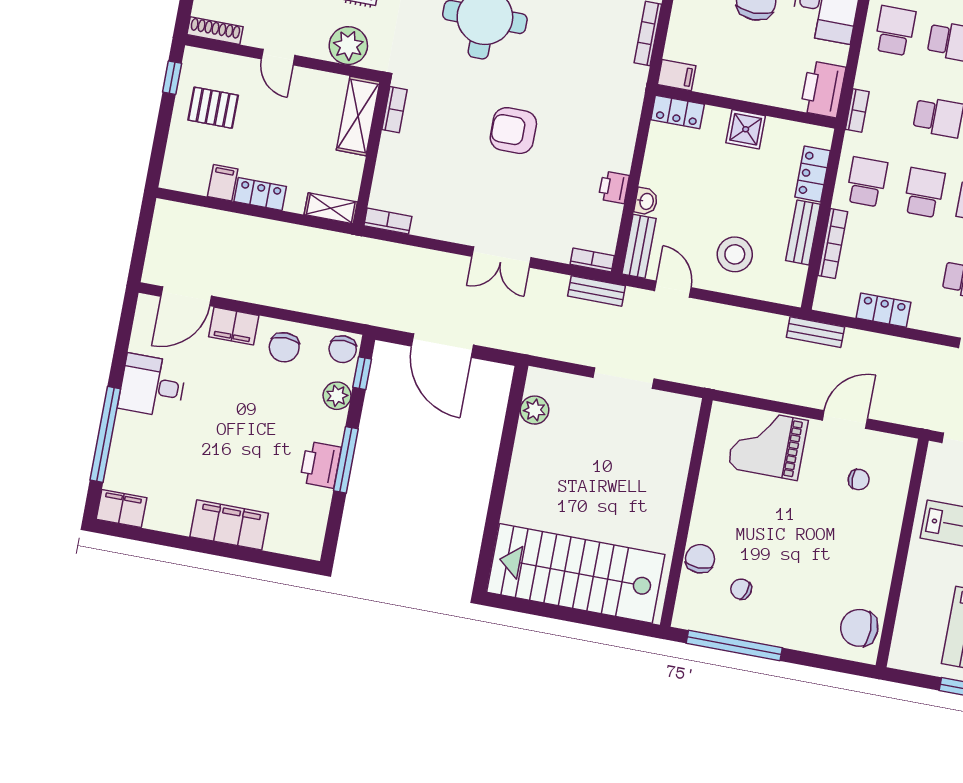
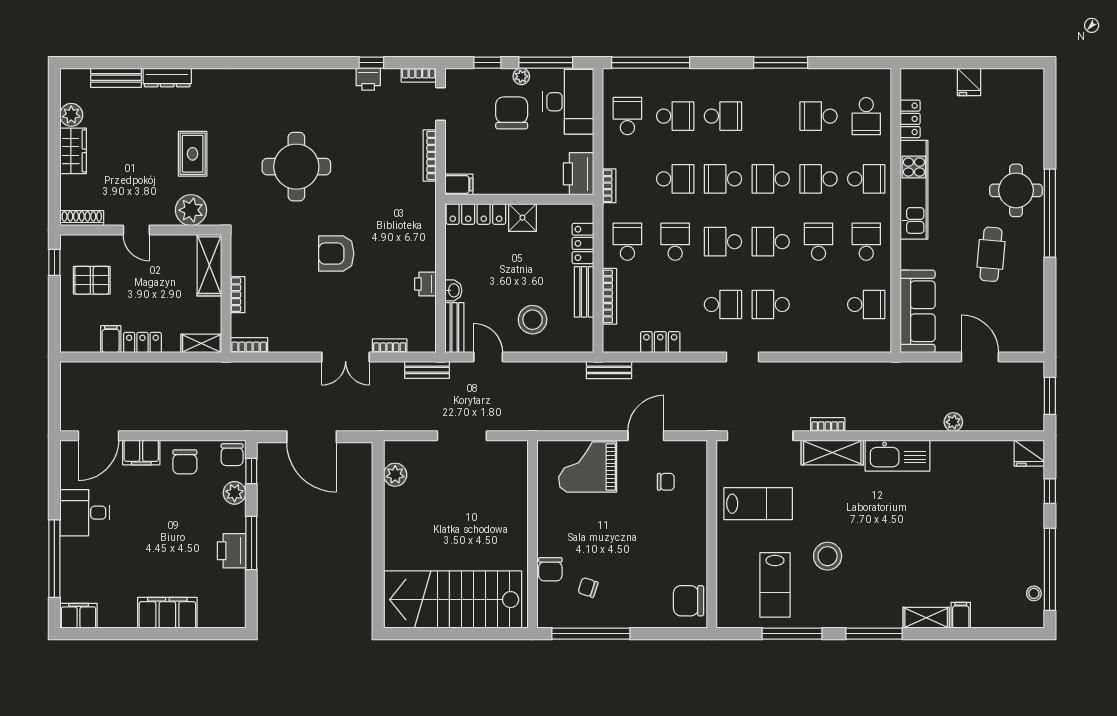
bookcase: (394, 110) -> (238, 295), moved
locker: (678, 112) -> (476, 214), width x1.53
bookcase: (592, 260) -> (390, 346), moved
chair: (700, 559) -> (550, 569), turned 180

